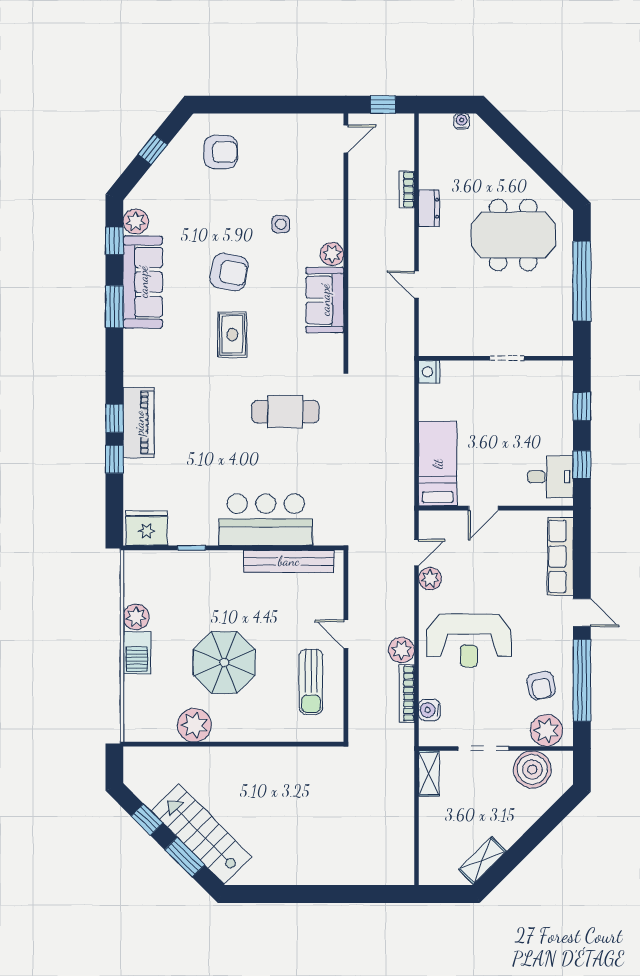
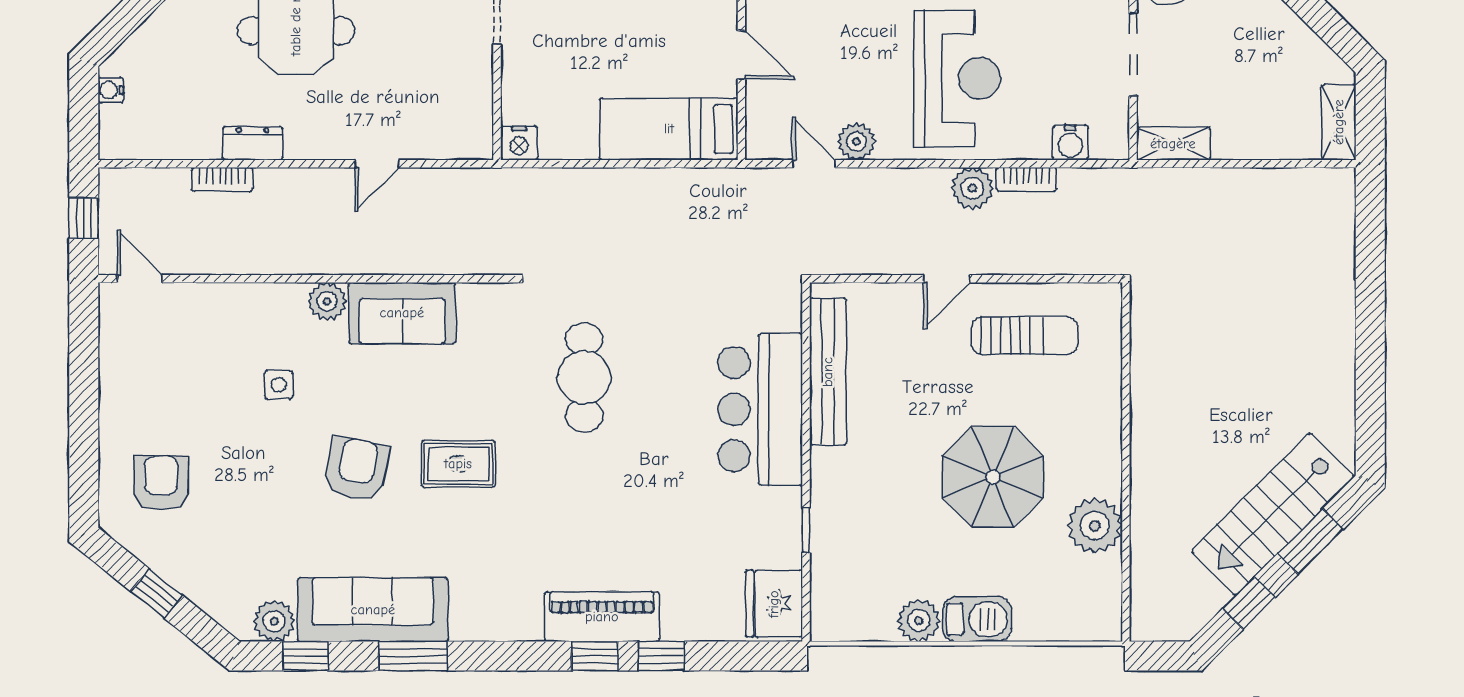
bookcase: (407, 693) -> (1026, 179), width x0.64
shelving: (482, 860) -> (1339, 122), moved, turned 45

